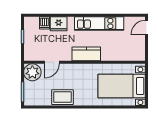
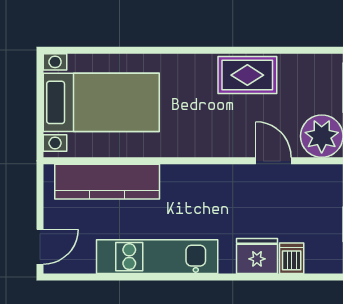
kitchen counter: (86, 54) -> (107, 182), moved, width x1.50
door: (52, 62) -> (273, 161), hinge flipped

